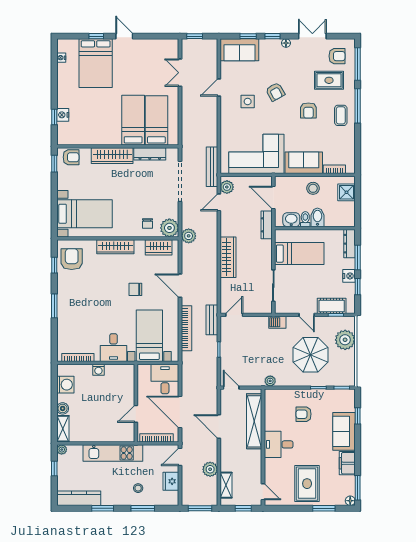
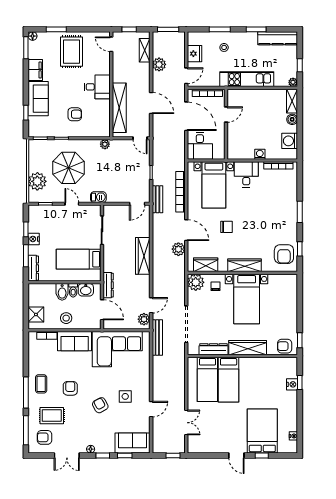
bed with nightstands: (84, 214) -> (247, 299), moved, turned -90
plant: (189, 236) -> (178, 249), moved
cot: (332, 306) -> (49, 212), removed

